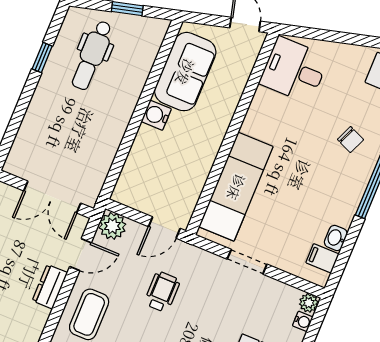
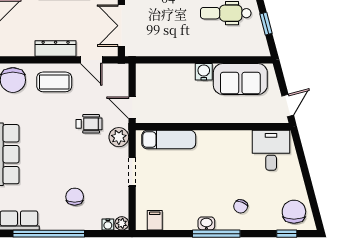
exam couch: (236, 187) -> (169, 140), width x0.73, depth x0.69
plant: (112, 226) -> (119, 137), moved
washbasin: (336, 238) -> (206, 223), moved
dresser: (50, 287) -> (56, 48), width x1.44

